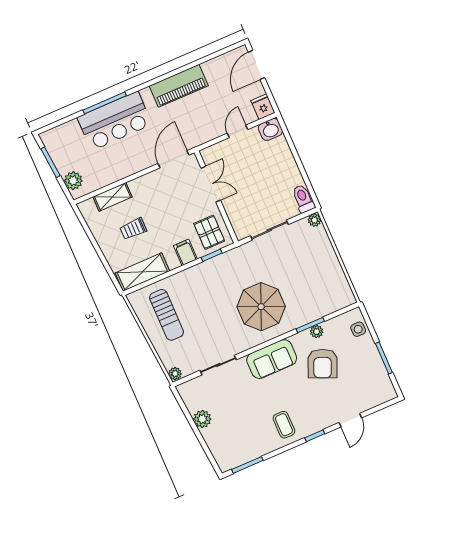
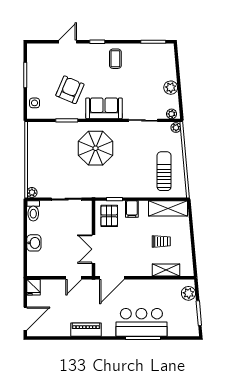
piano: (179, 86) -> (86, 330), width x0.73, depth x0.75
washbasin: (270, 129) -> (34, 243), moved, turned 90
door: (238, 131) -> (74, 278), moved
plant: (317, 332) -> (172, 114), moved

